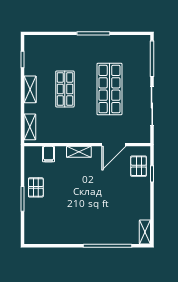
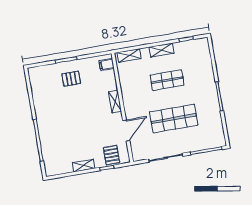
door: (114, 145) -> (126, 131), swing flipped
filing cabinet: (49, 154) -> (107, 64), moved
pallet: (139, 166) -> (111, 155), turned 90
pallet: (36, 187) -> (71, 79), moved
shelving: (145, 232) -> (84, 166), moved

